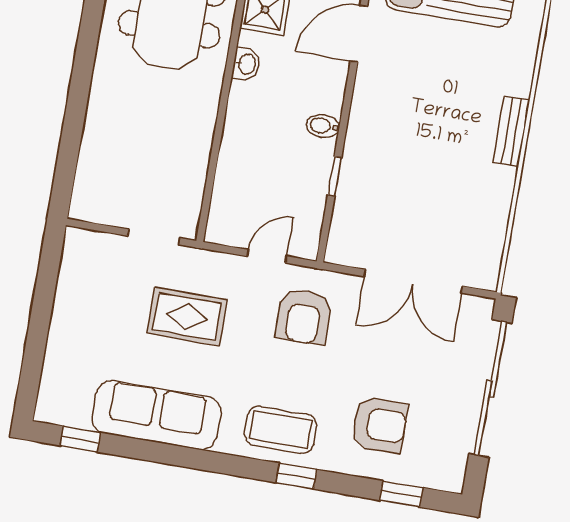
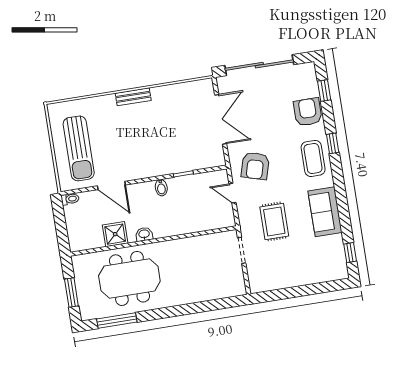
armchair: (304, 316) -> (255, 166), turned 106
sofa: (156, 415) -> (325, 212), width x0.73
armchair: (379, 425) -> (308, 112), moved

